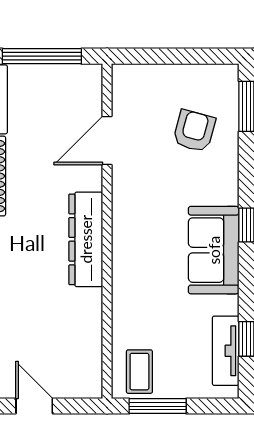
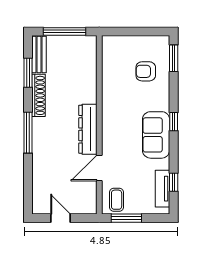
armchair: (194, 131) -> (146, 71), turned -105
door: (107, 141) -> (99, 168), moved

